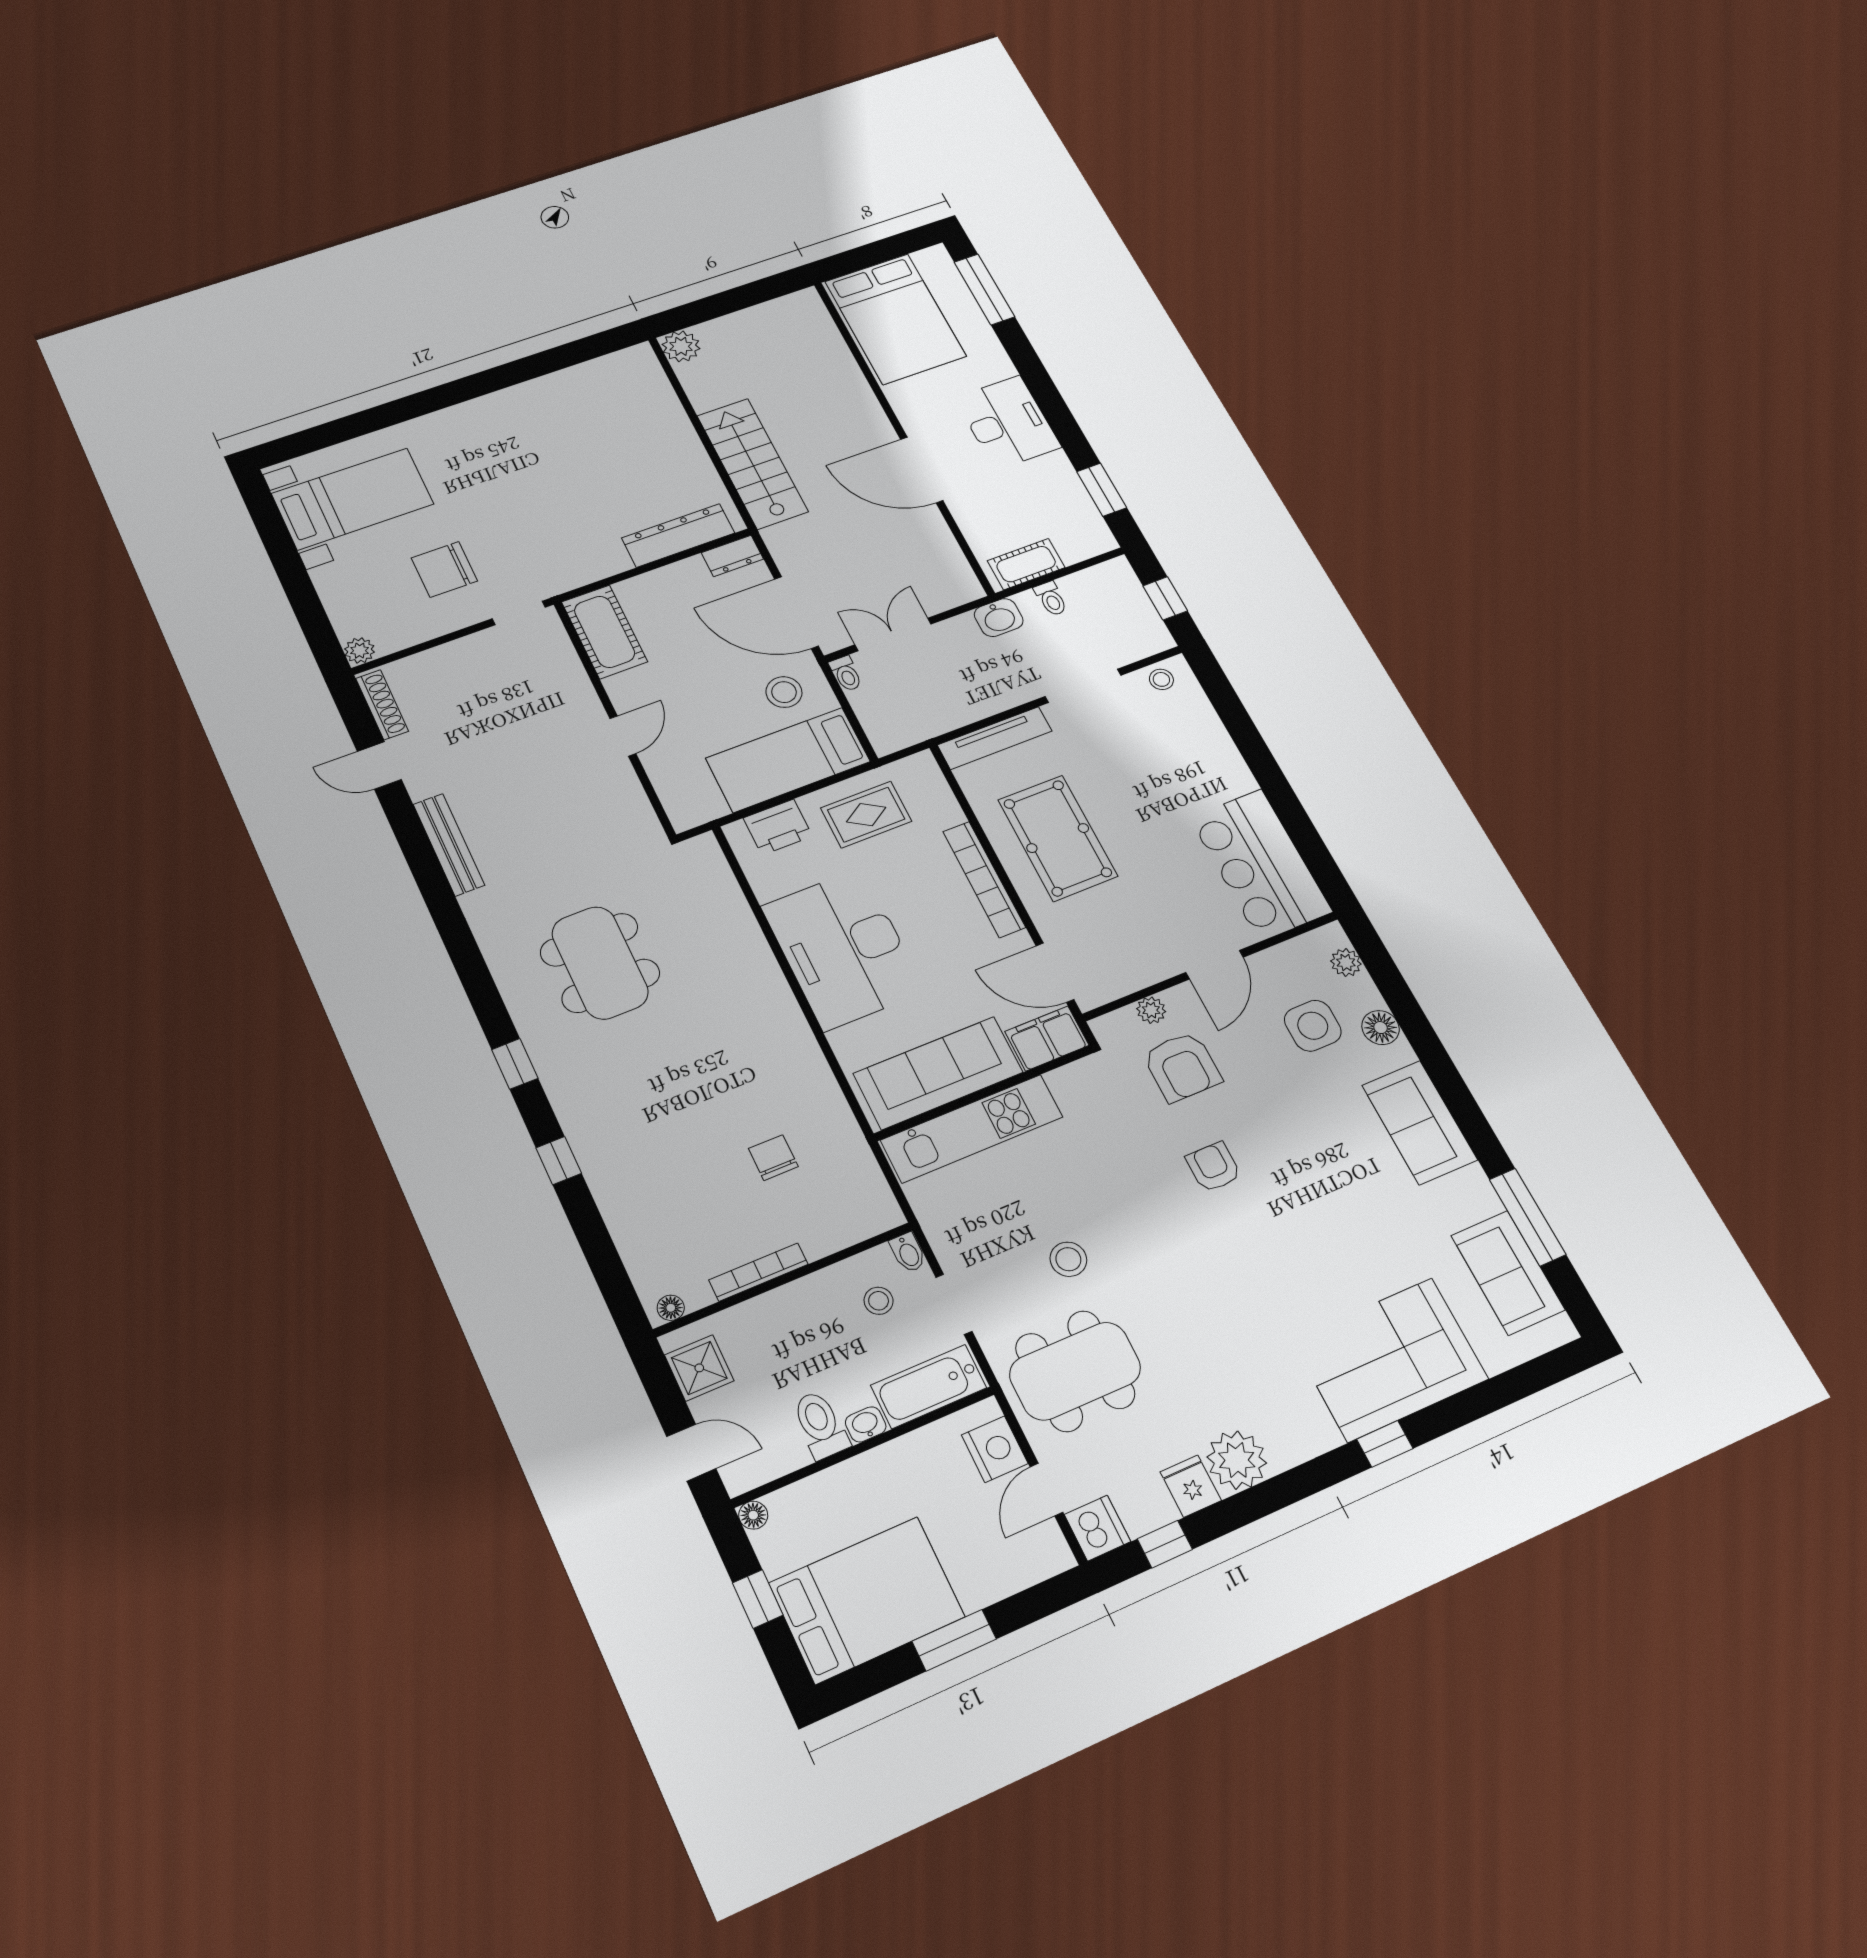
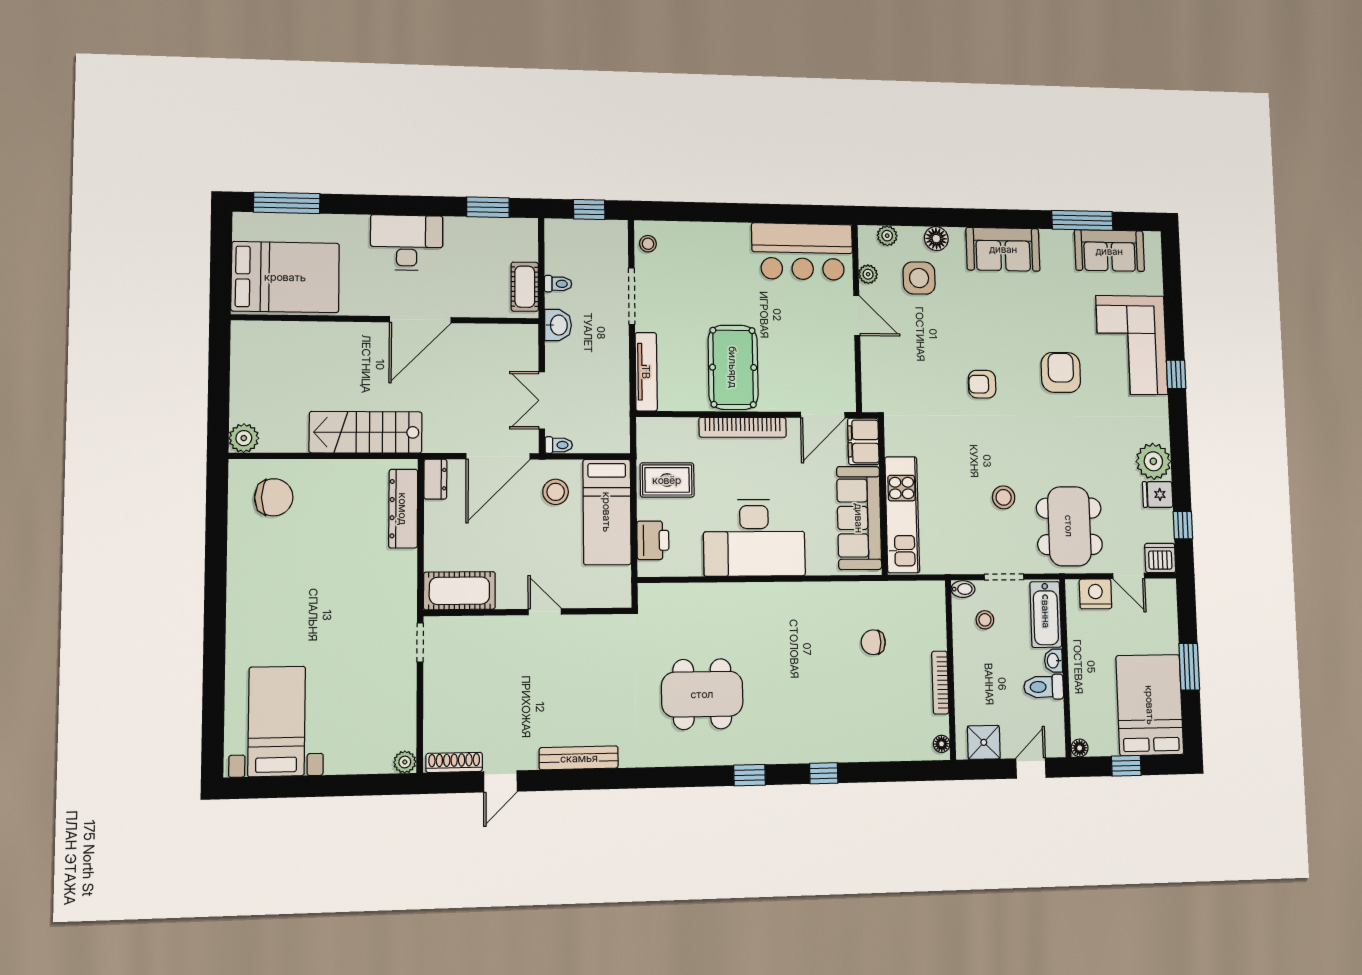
chair: (444, 569) -> (274, 497), moved, turned -90
rug: (866, 815) -> (667, 480), turned 90
pool table: (1058, 838) -> (733, 367), turned 90
plant: (1151, 1010) -> (868, 274), moved
armchair: (1182, 1067) -> (1061, 372), moved, turned -90

